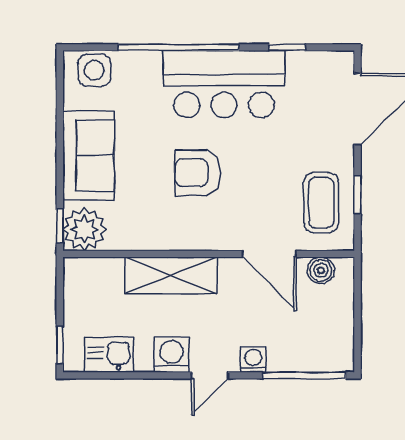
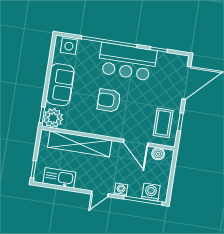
shelving: (171, 275) -> (80, 144), width x1.47
kitchen sink: (109, 355) -> (59, 178), width x1.38
washing machine: (171, 355) -> (151, 192), moved

